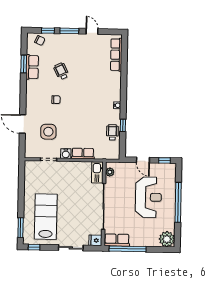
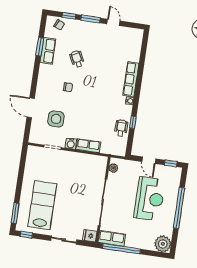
row of seats: (116, 55) -> (131, 79), moved
kitchen sink: (97, 172) -> (101, 167), removed

